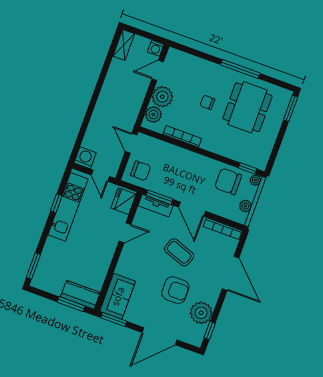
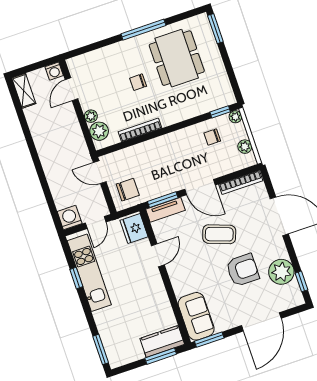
plant: (162, 97) -> (91, 116), width x0.53, depth x0.53
door: (100, 176) -> (96, 223), hinge flipped
chair: (228, 181) -> (212, 137), width x0.54, depth x0.54

